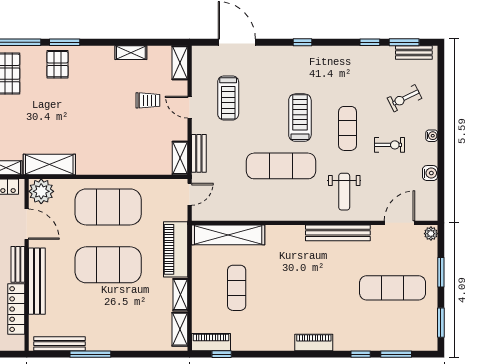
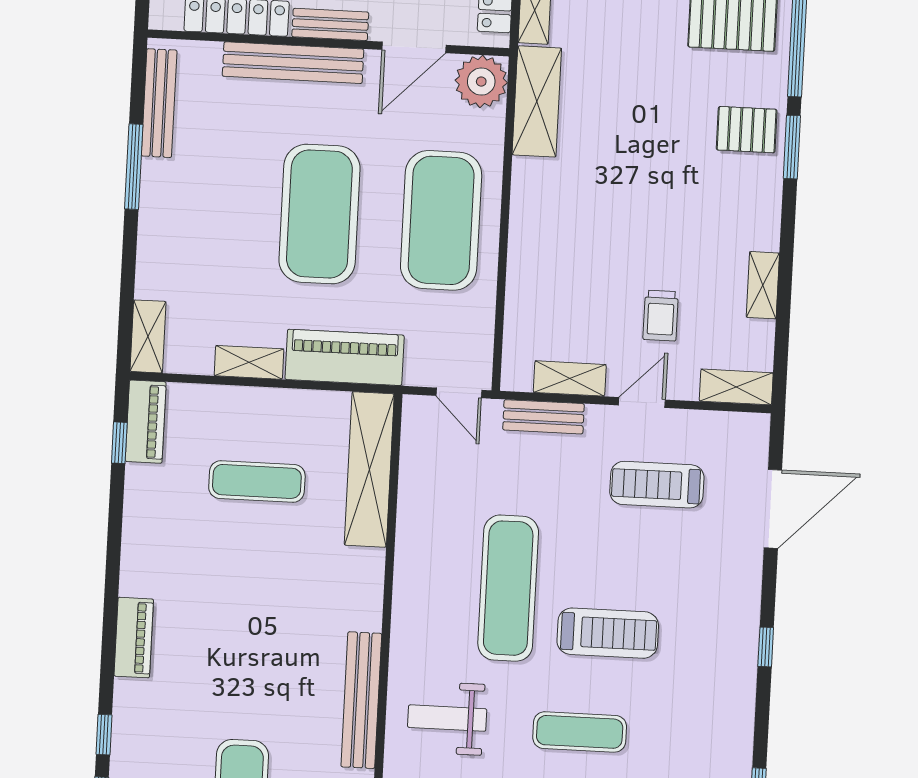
shelving: (180, 158) -> (570, 378), moved
shelving: (180, 329) -> (148, 336), moved, turned 90

